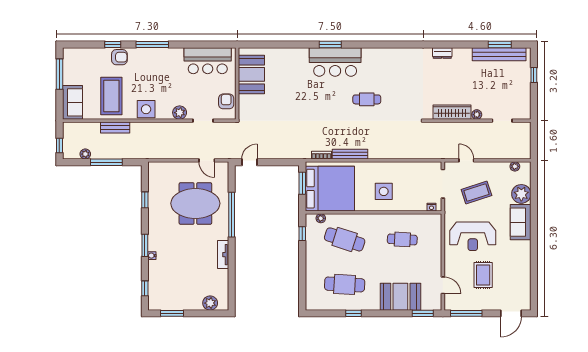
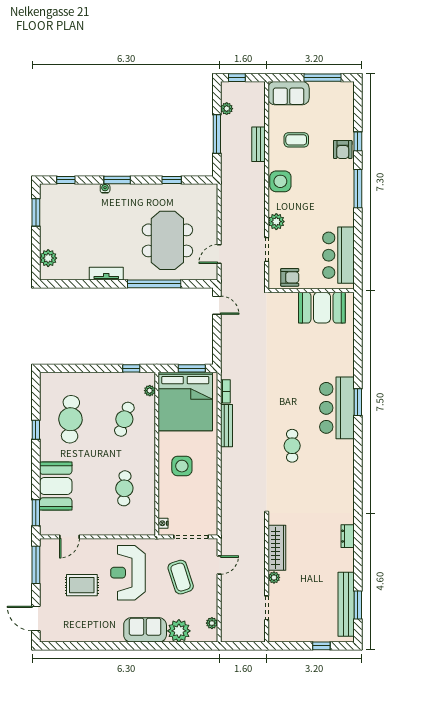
coffee table: (111, 96) -> (296, 140), width x0.54, depth x0.58
cafe table: (345, 239) -> (124, 419), width x0.73, depth x0.74

